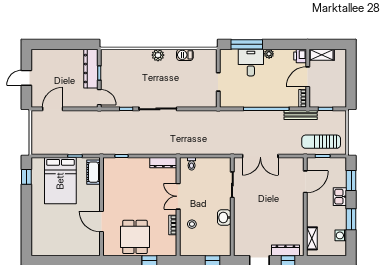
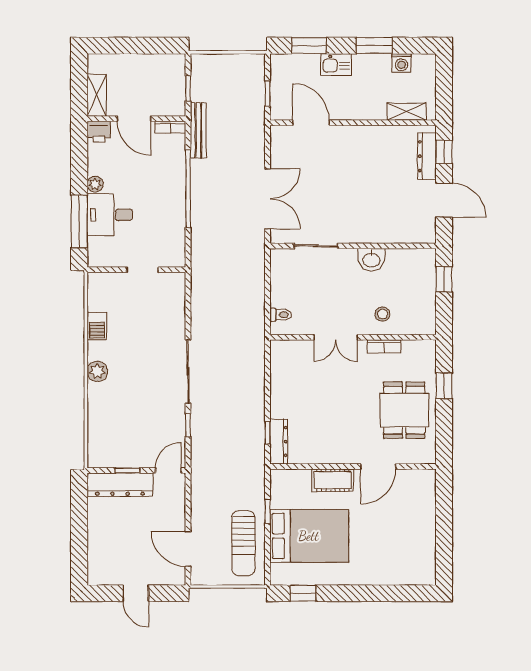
sun lounger: (321, 142) -> (243, 543), moved
dresser: (163, 163) -> (279, 442), moved
cot: (93, 172) -> (333, 480), moved
dining table: (135, 237) -> (404, 410), turned 90

